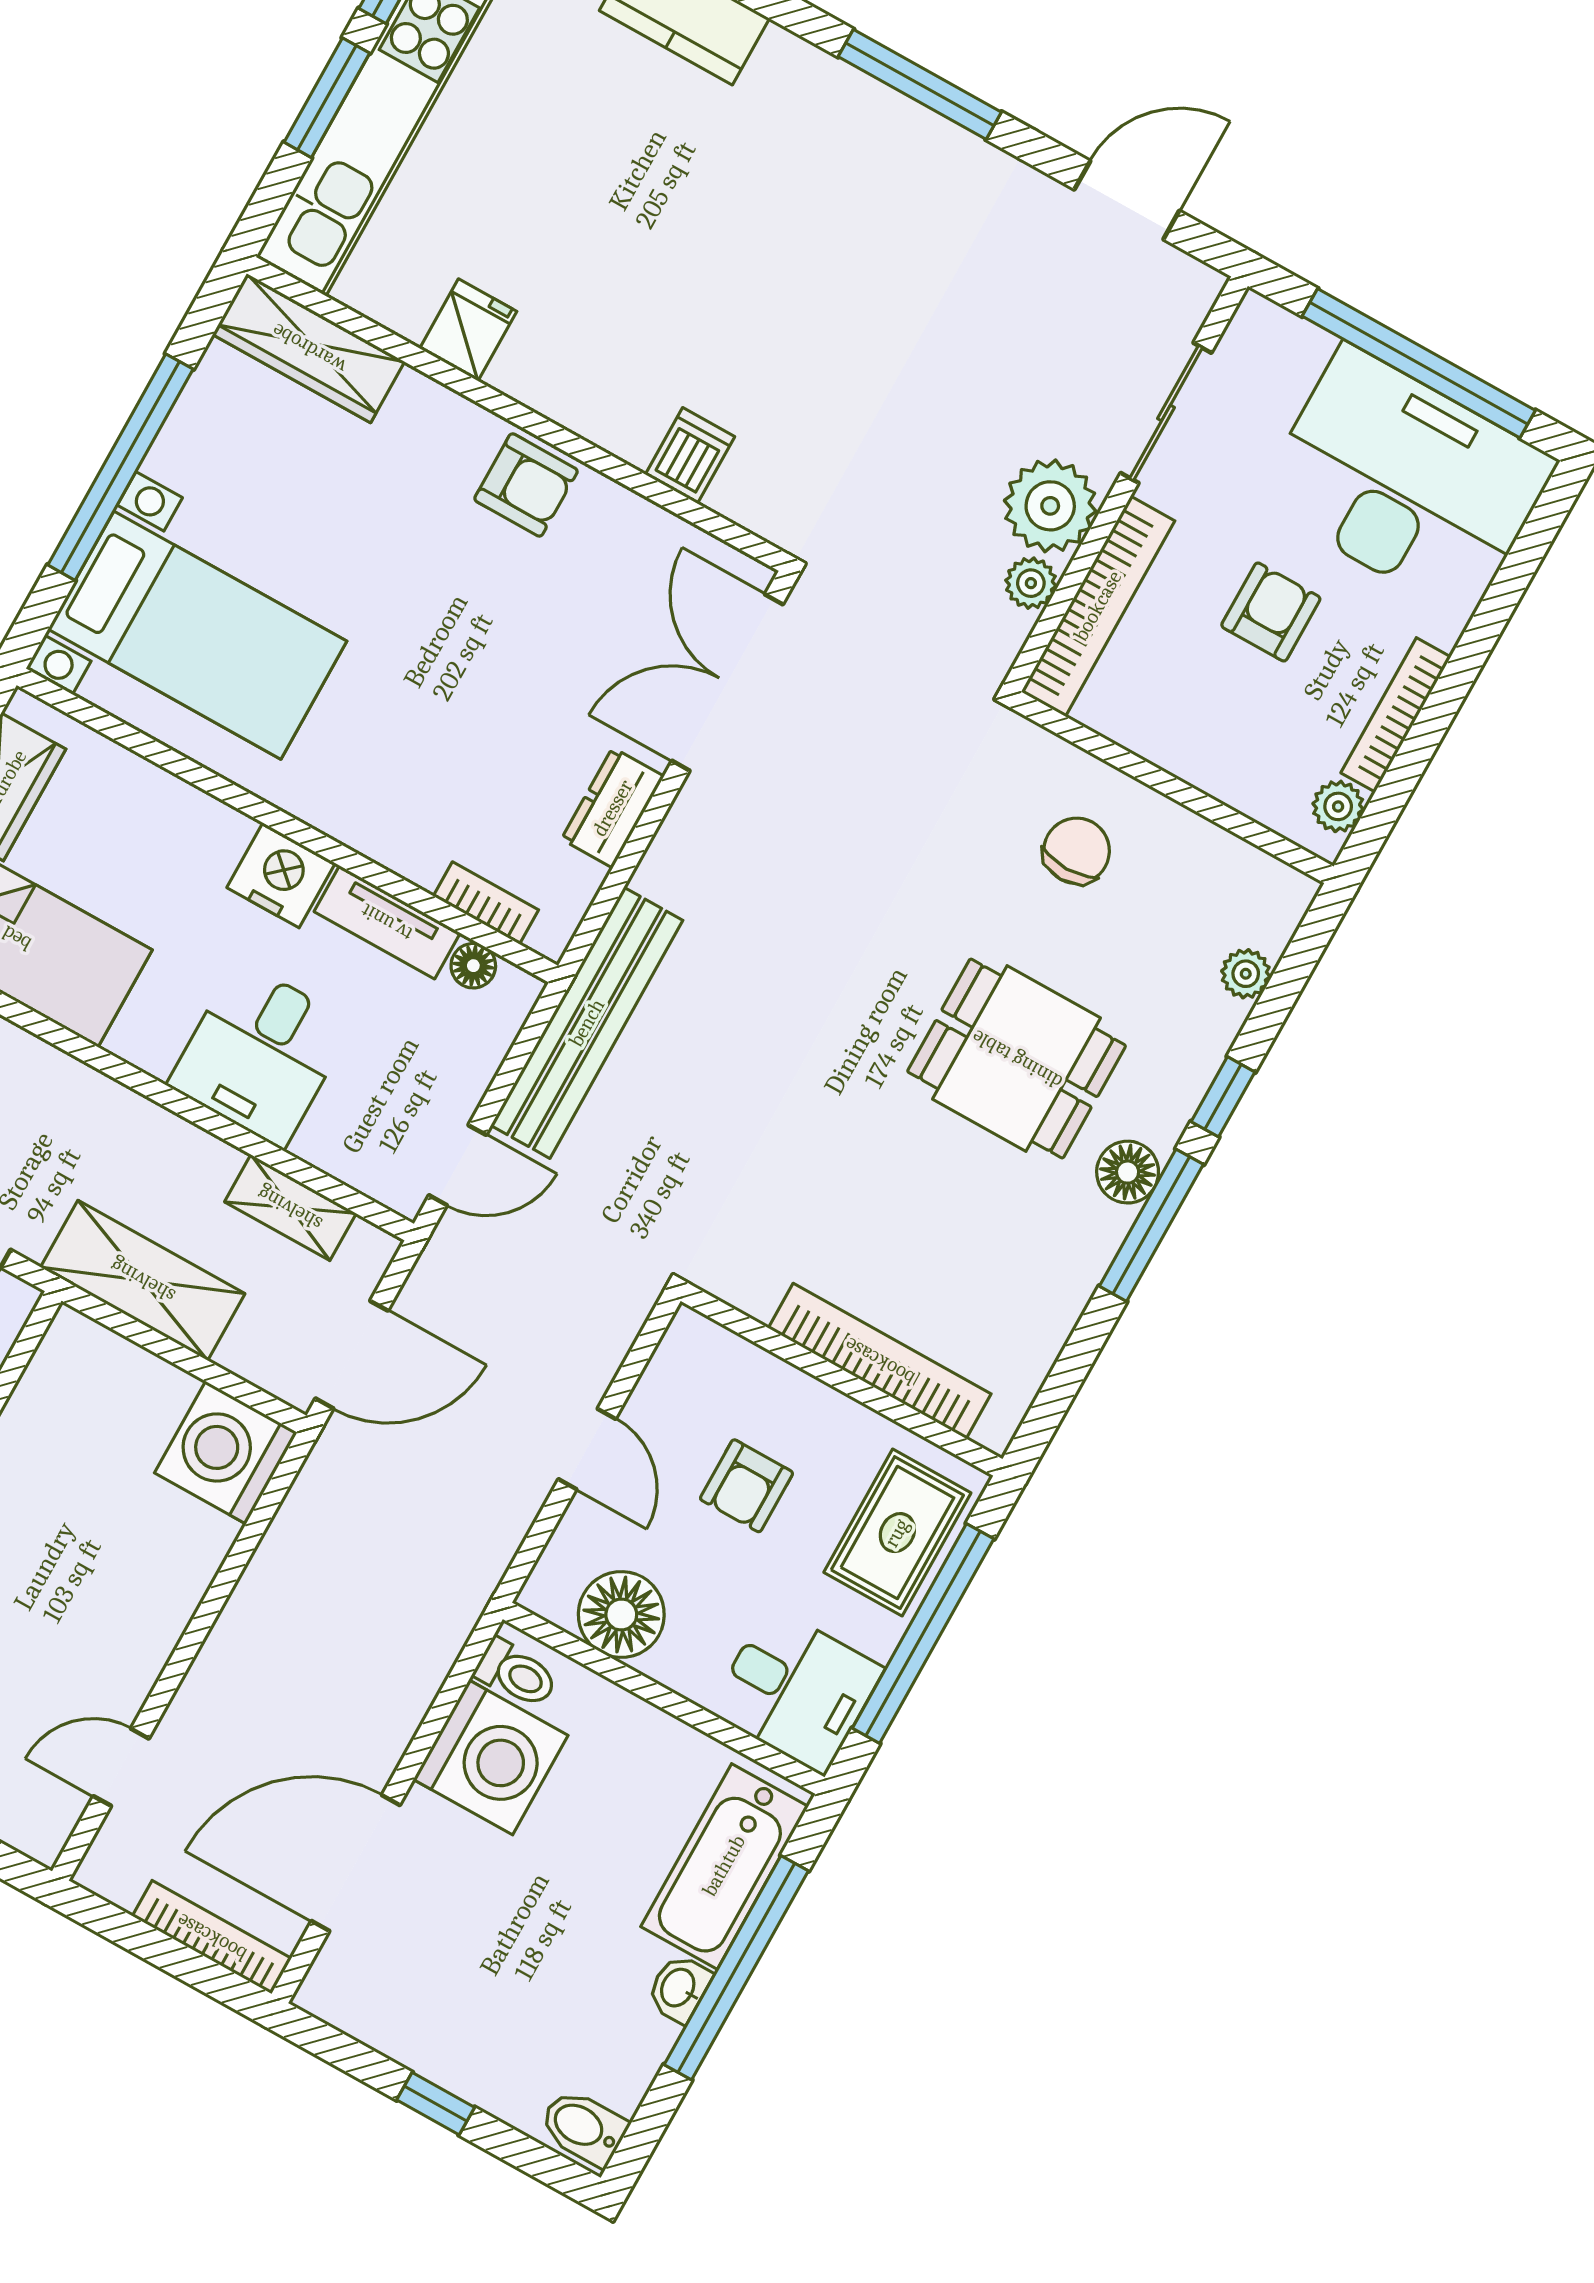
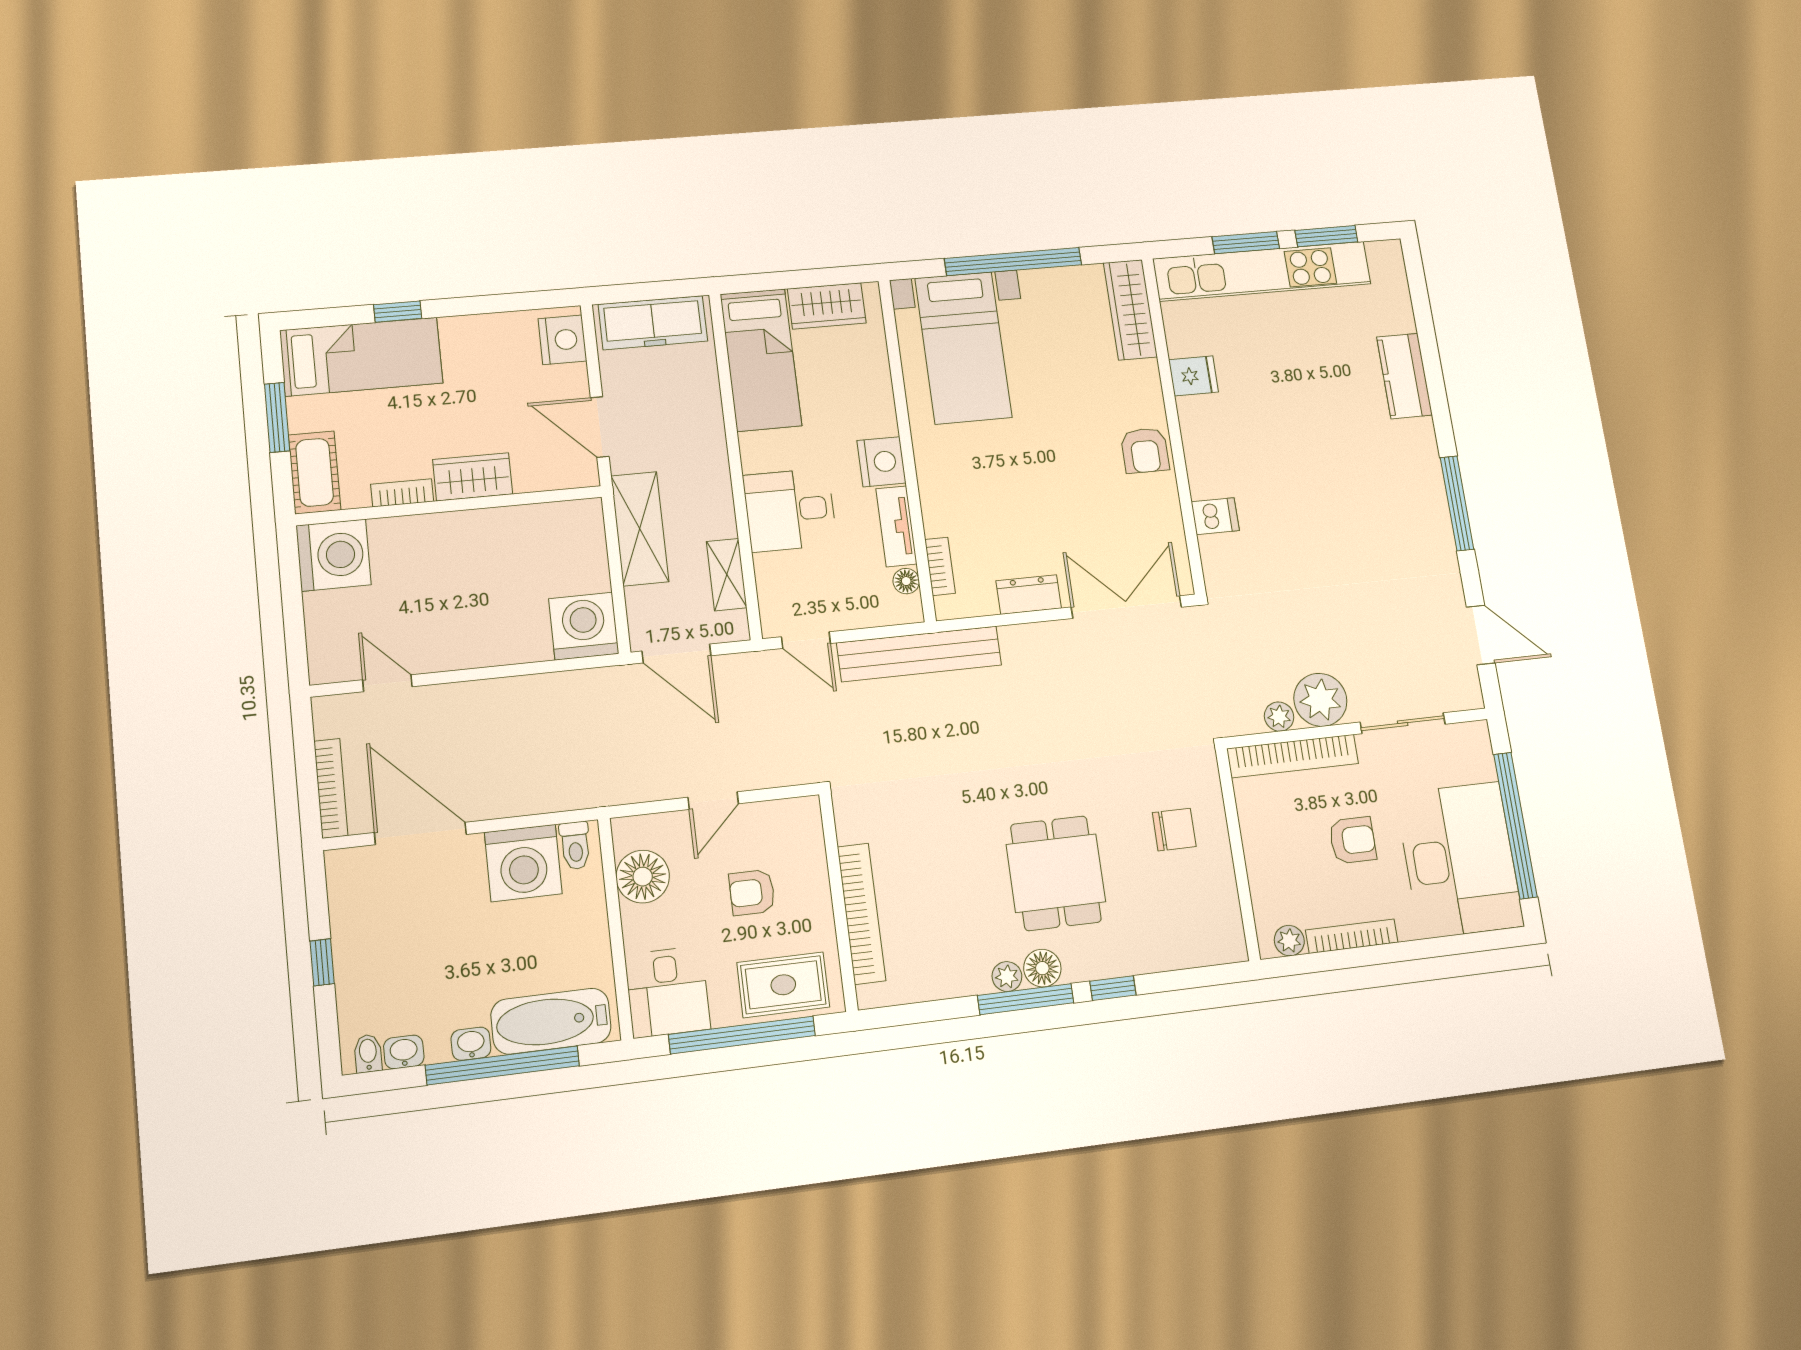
plant: (1246, 974) -> (1007, 977), moved
washbasin: (627, 2080) -> (404, 1052), added
bidet: (583, 2127) -> (368, 1053), width x0.72, depth x0.74

